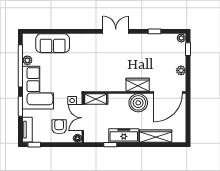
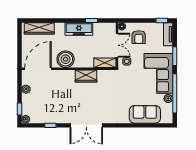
double door: (116, 31) -> (86, 125), width x1.37
wardrobe: (138, 85) -> (86, 76), moved
wardrobe: (156, 136) -> (39, 28), moved

